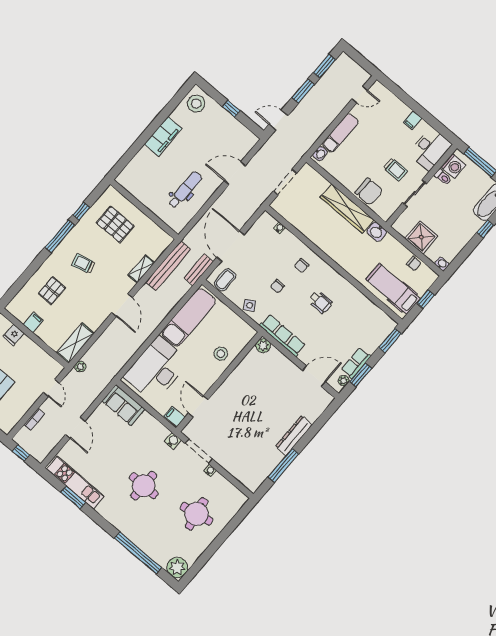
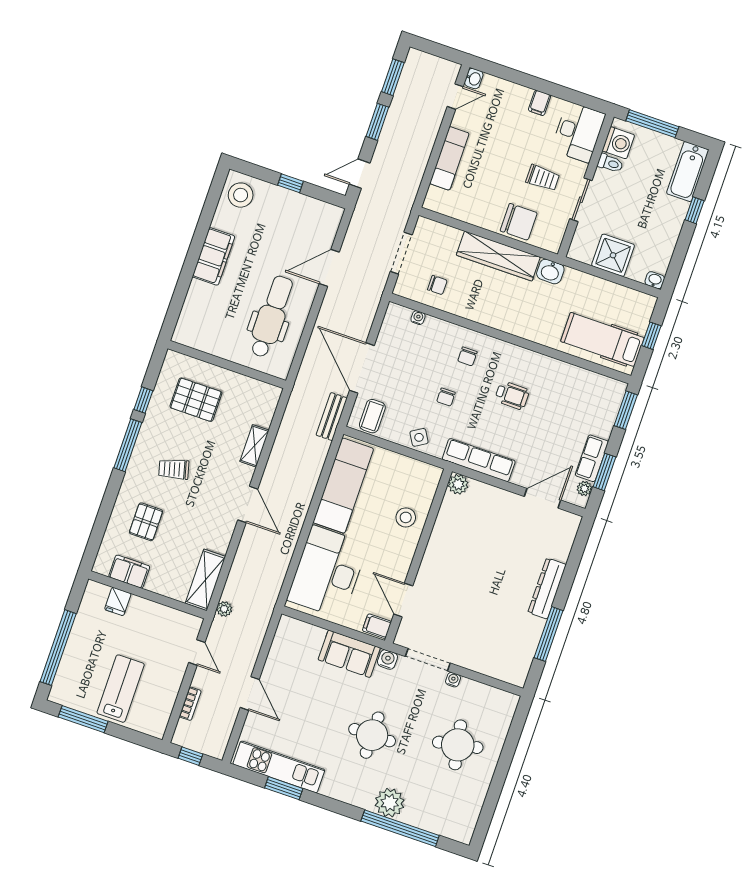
washbasin: (320, 154) -> (474, 79), moved
dental chair: (185, 190) -> (271, 317), width x1.36, depth x1.38
chair: (414, 264) -> (437, 285), moved
bench: (168, 266) -> (289, 427), removed
filing cabinet: (33, 322) -> (129, 572), width x2.00
sofa: (123, 405) -> (349, 654), moved
plant: (177, 568) -> (390, 803), moved

